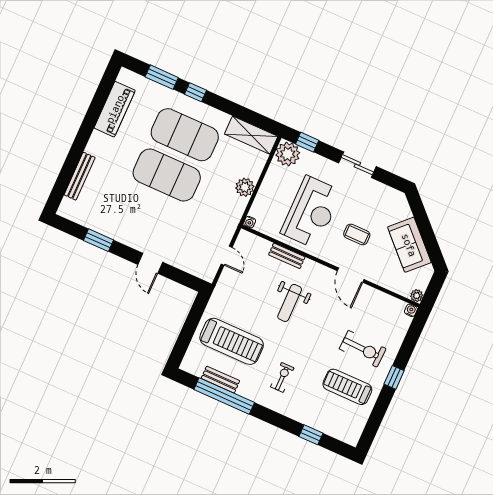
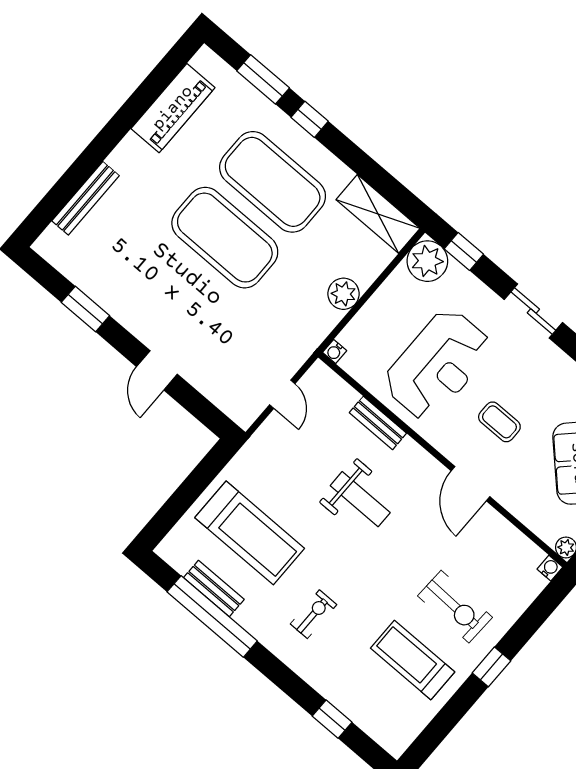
weight bench: (290, 303) -> (360, 499), turned -90

